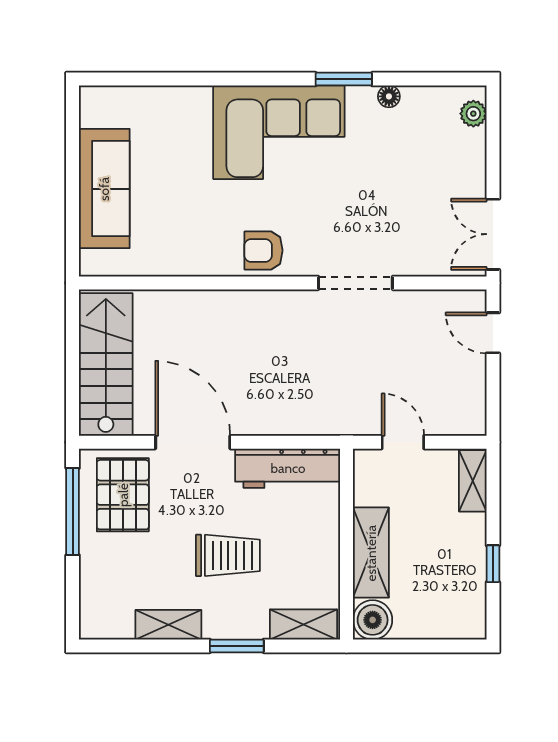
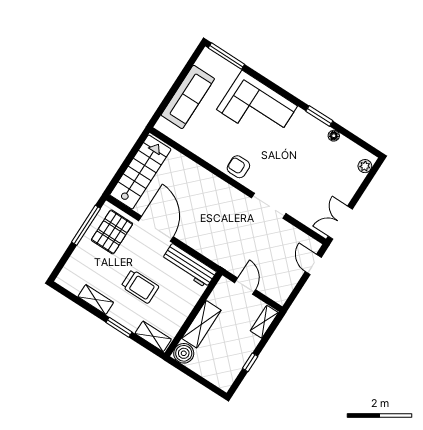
window: (125, 79) -> (226, 56), added
corner sofa: (279, 132) -> (257, 108), moved

